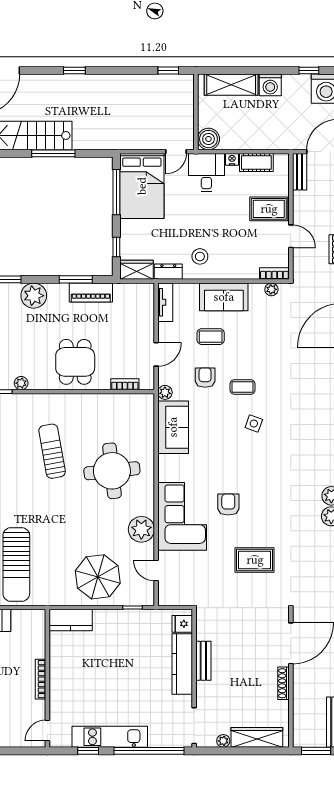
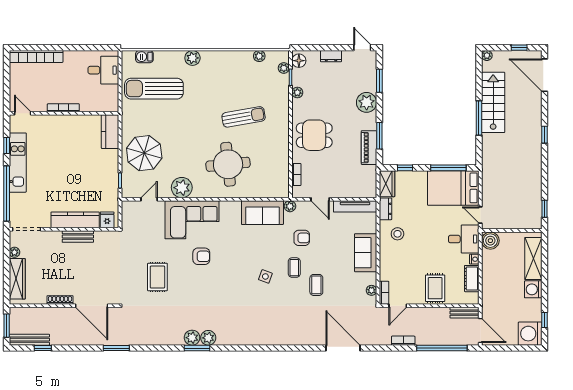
door: (291, 236) -> (398, 306), moved
tv unit: (165, 302) -> (355, 206), width x1.41
coffee table: (211, 337) -> (316, 285), moved

